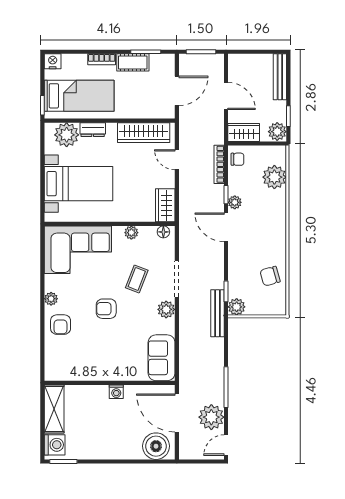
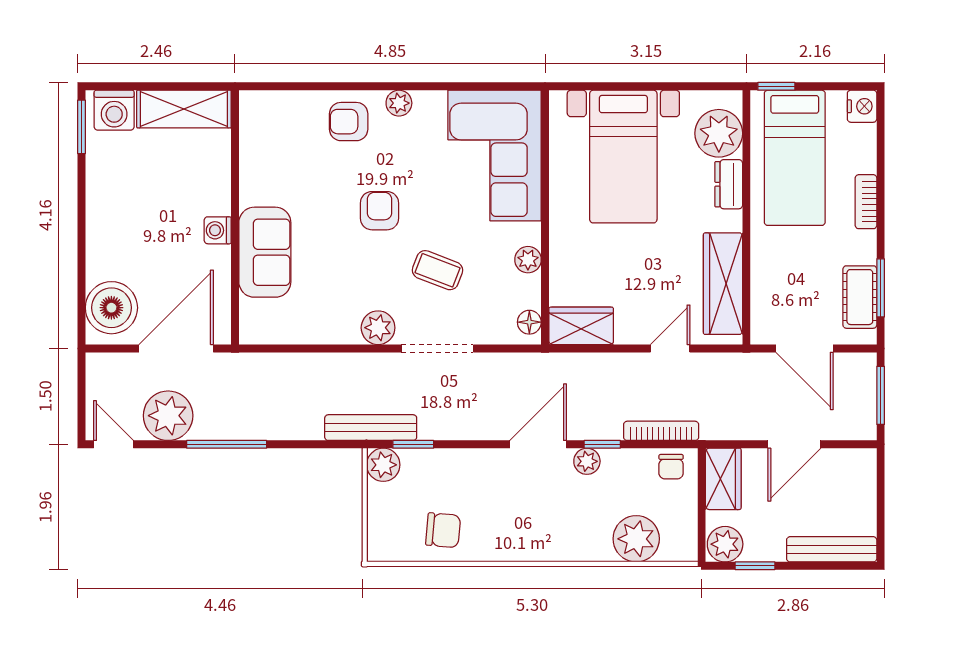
cot: (133, 62) -> (860, 297), moved
chair: (270, 276) -> (443, 530), turned 111
sofa: (162, 358) -> (265, 252), moved, turned 90

